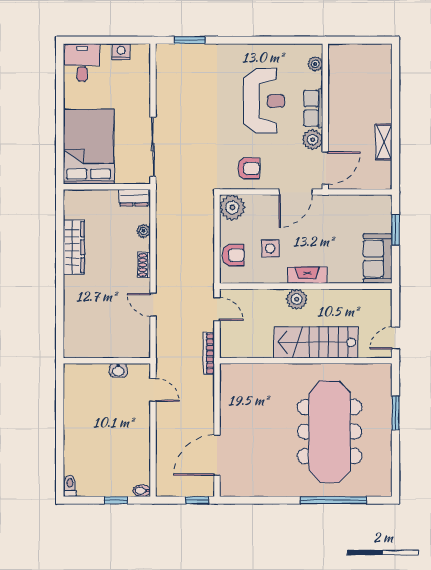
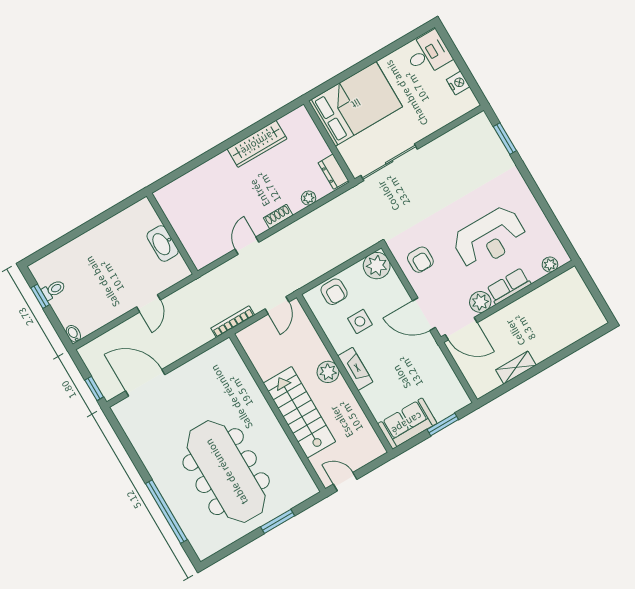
washbasin: (118, 370) -> (163, 243), width x1.91, depth x1.45
door: (153, 390) -> (149, 303), moved
meeting table: (330, 432) -> (226, 472), turned 90
toilet: (70, 486) -> (53, 290), moved
window: (116, 500) -> (40, 296), moved

